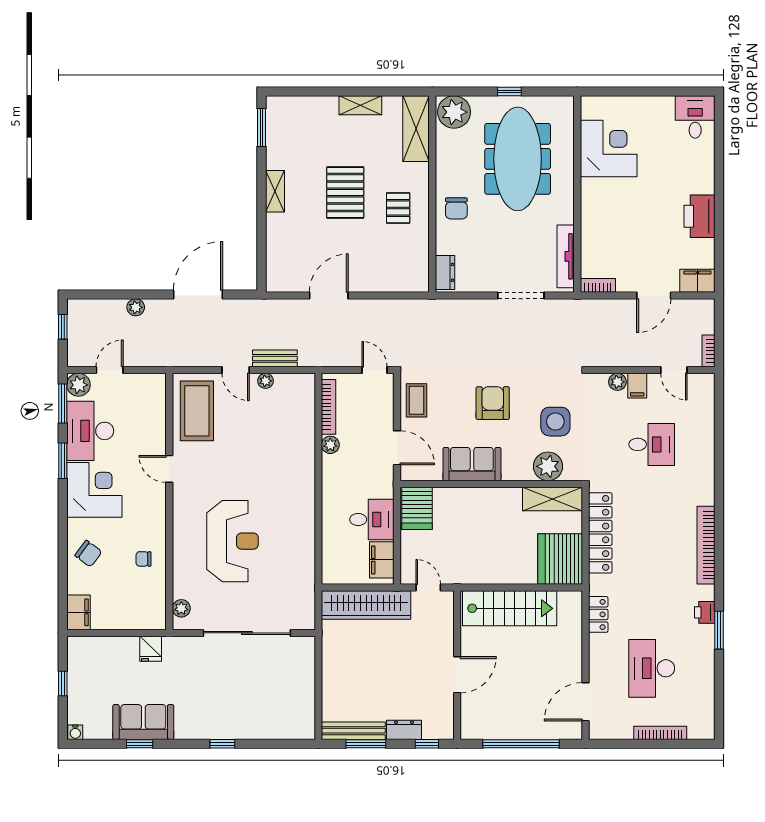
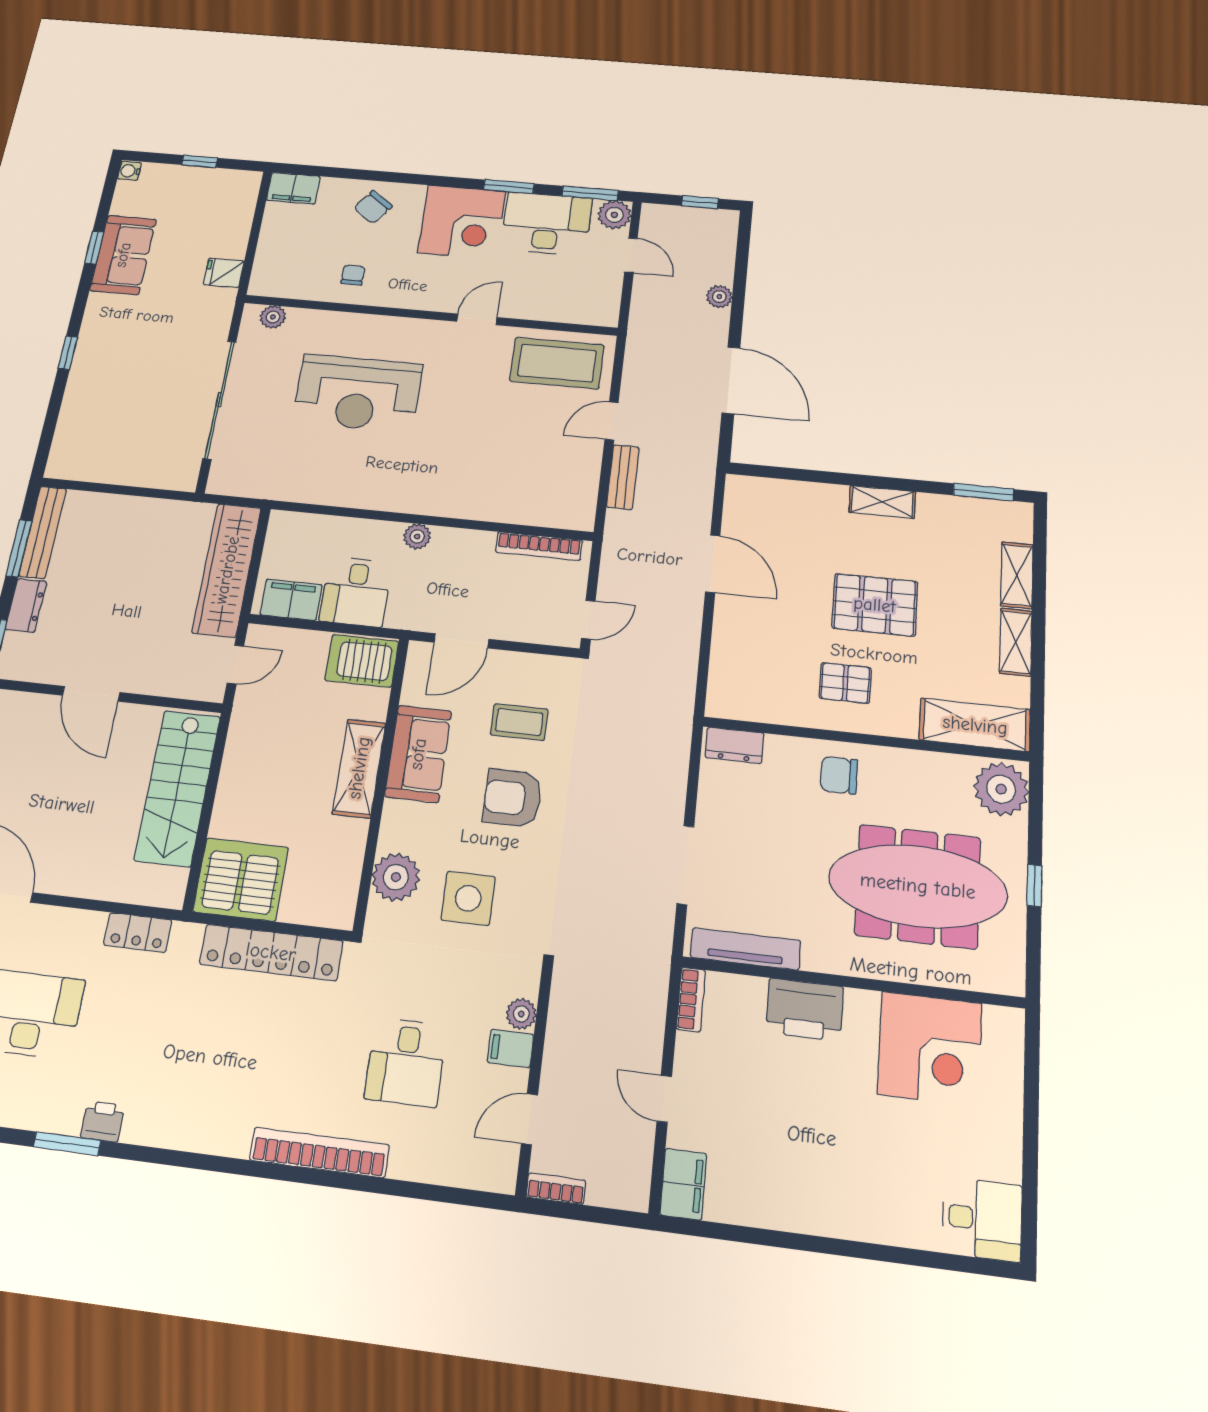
shelving: (316, 105) -> (1017, 575), added
printer: (700, 216) -> (805, 1010), moved, turned 180
door: (654, 295) -> (664, 1099), width x0.73
plant: (266, 381) -> (590, 461), removed
coffee table: (416, 400) -> (519, 722), moved
armchair: (493, 403) -> (512, 798), turned 180
plant: (330, 445) -> (417, 537), moved
shelving: (553, 499) -> (359, 768), moved
bookcase: (706, 545) -> (319, 1153), moved

